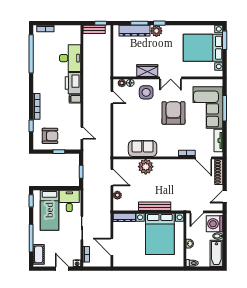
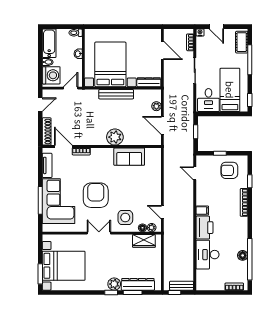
floor lamp: (38, 57) -> (243, 255), added
wardrobe: (147, 71) -> (144, 241), moved
armchair: (173, 113) -> (96, 195), turned 180
plant: (146, 167) -> (115, 137), moved

